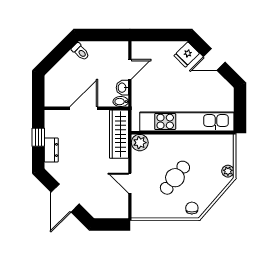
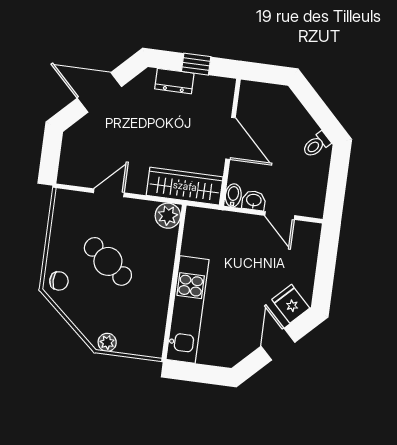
kitchen unit: (187, 121) -> (188, 309), width x0.73

